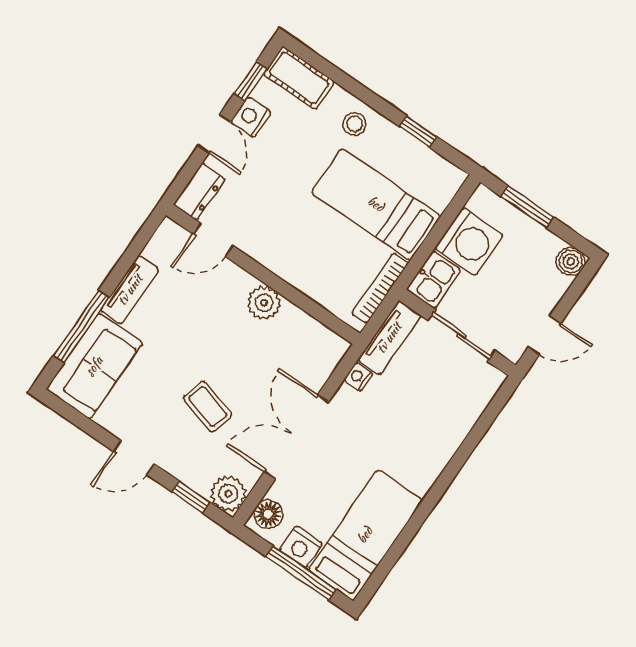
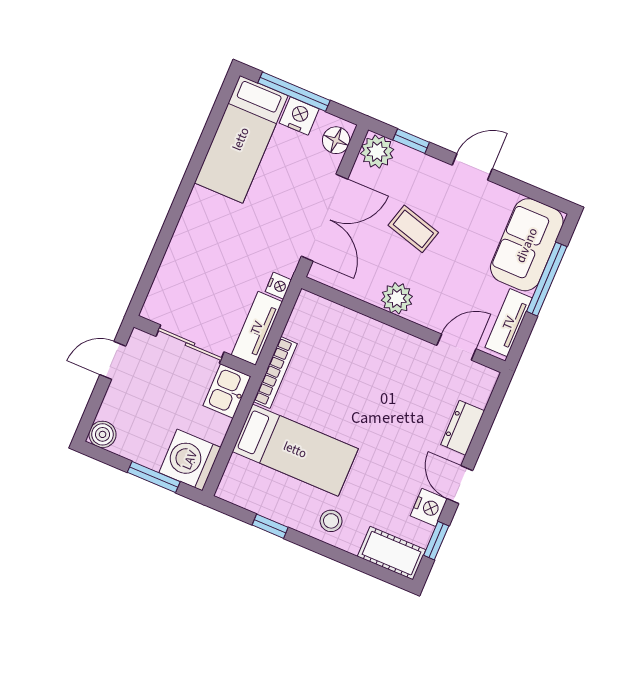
door: (213, 240) -> (456, 347), moved
washing machine: (469, 242) -> (190, 460), moved
wall: (263, 274) -> (403, 325), moved
plant: (264, 303) -> (397, 298), moved

